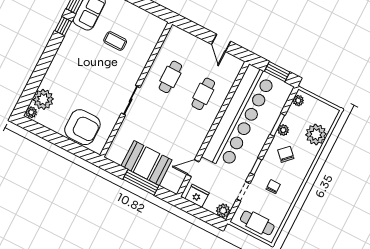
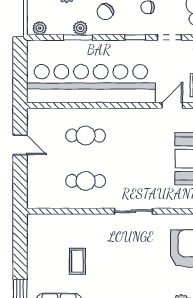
door: (221, 43) -> (20, 145), hinge flipped
window: (277, 72) -> (20, 68), removed
door: (193, 168) -> (172, 105), swing flipped

